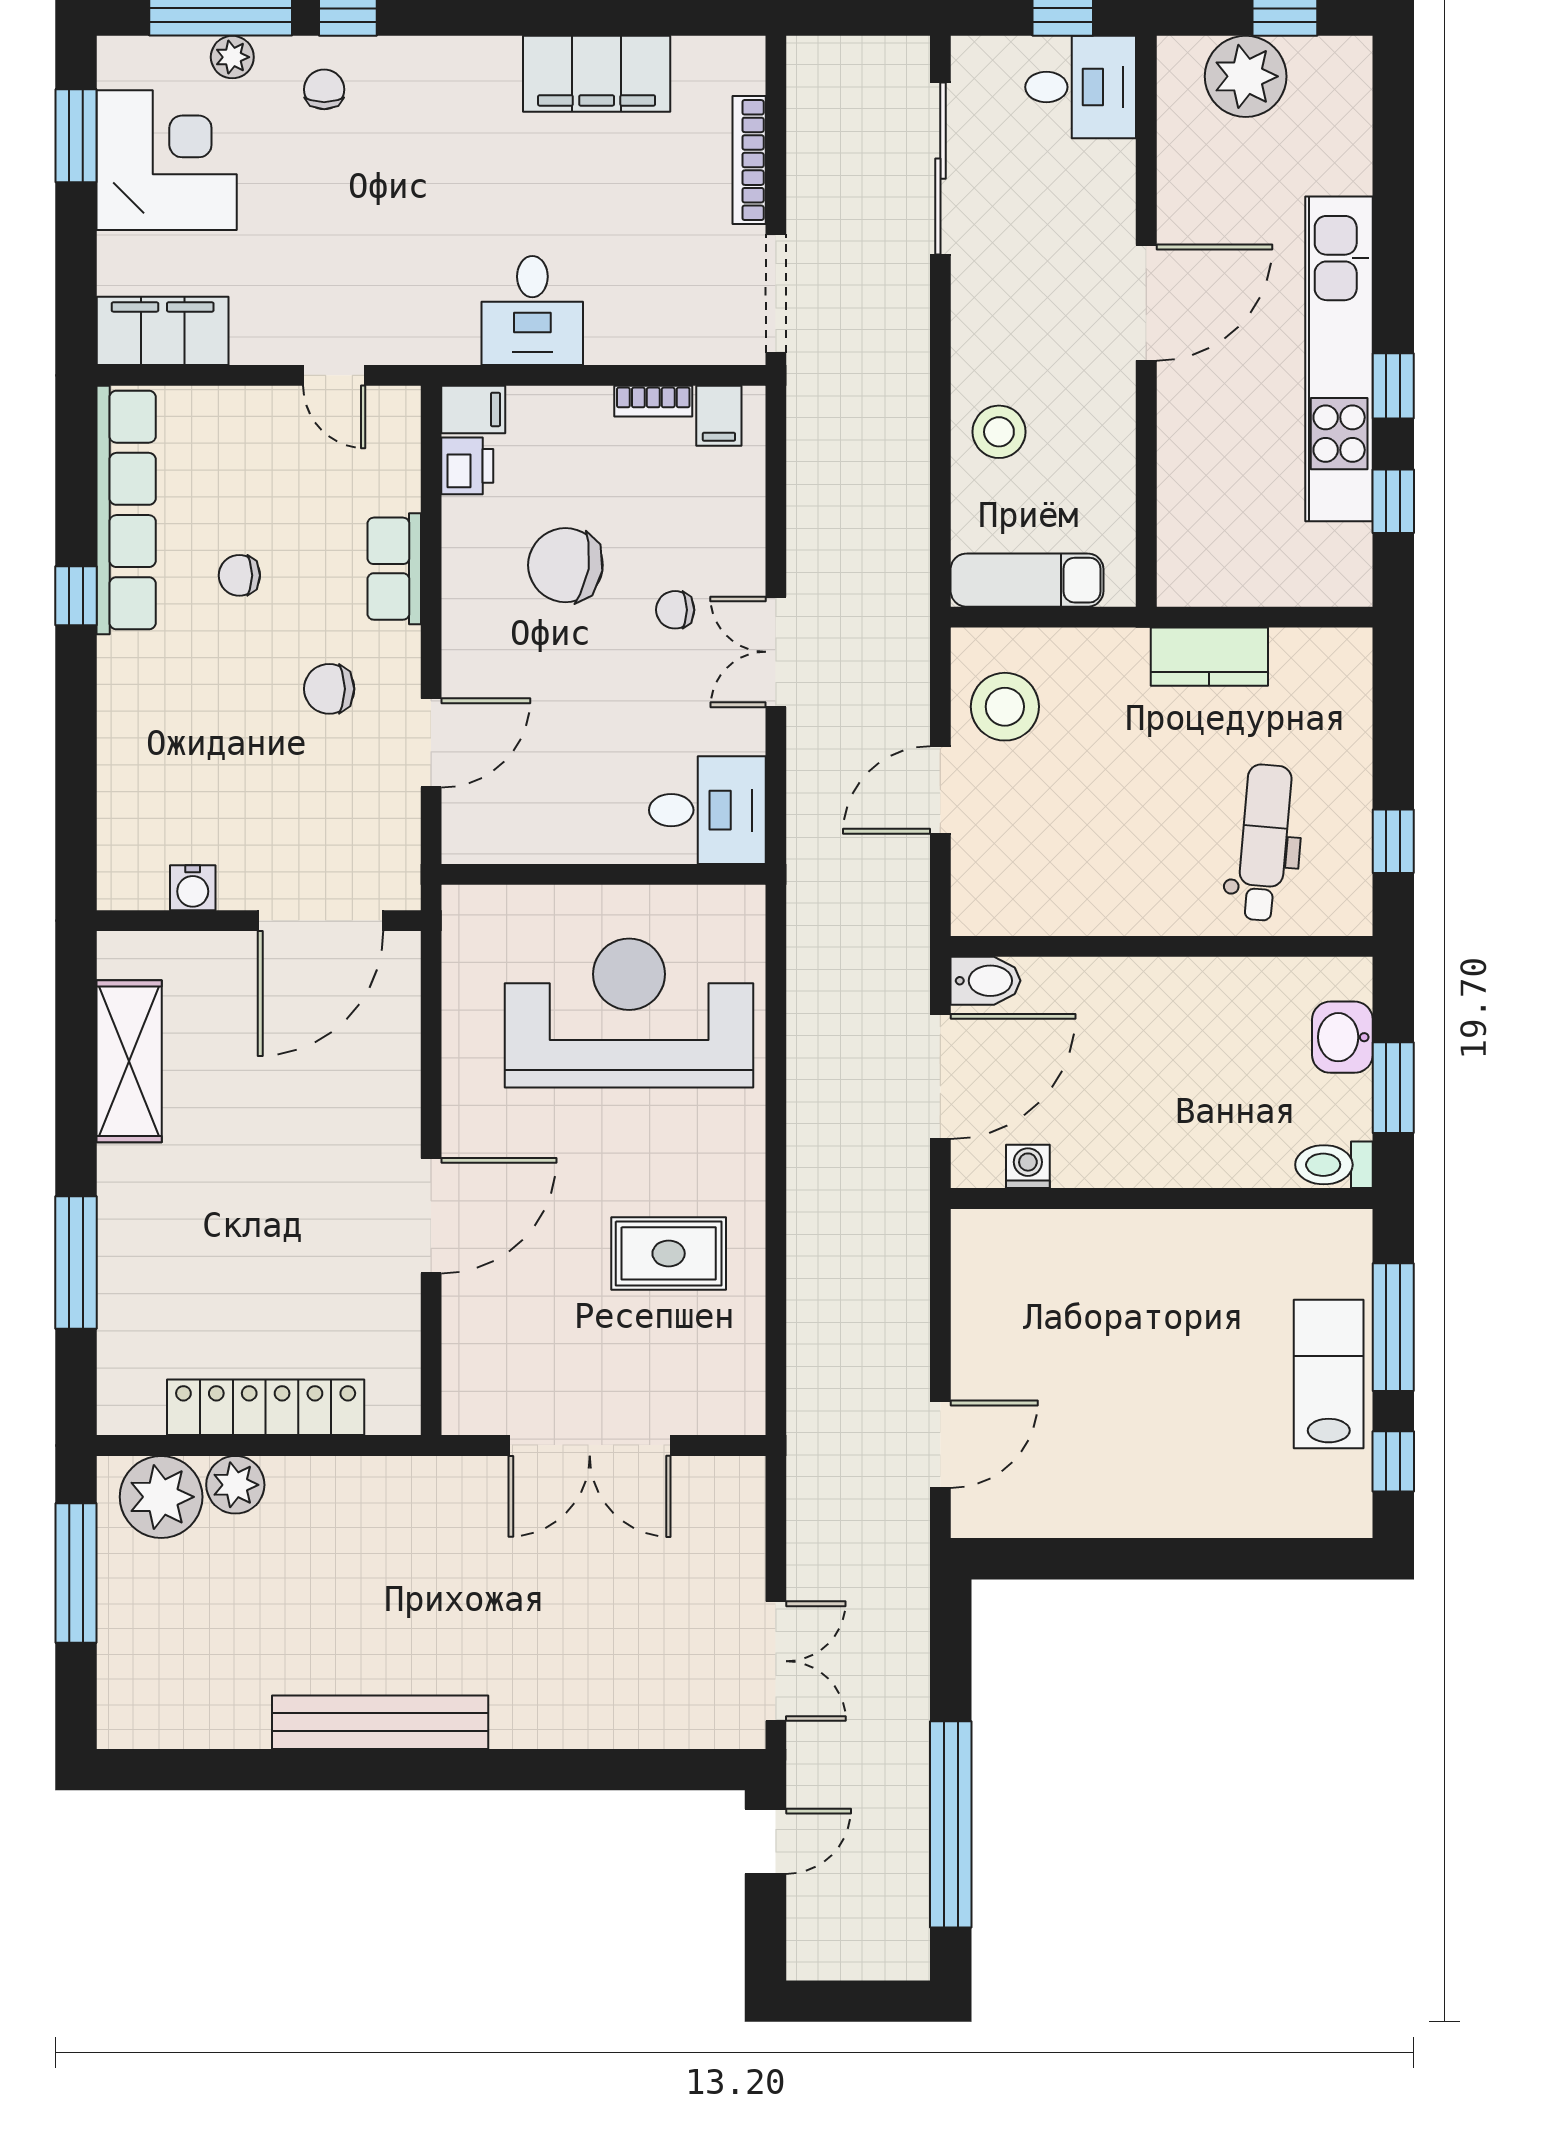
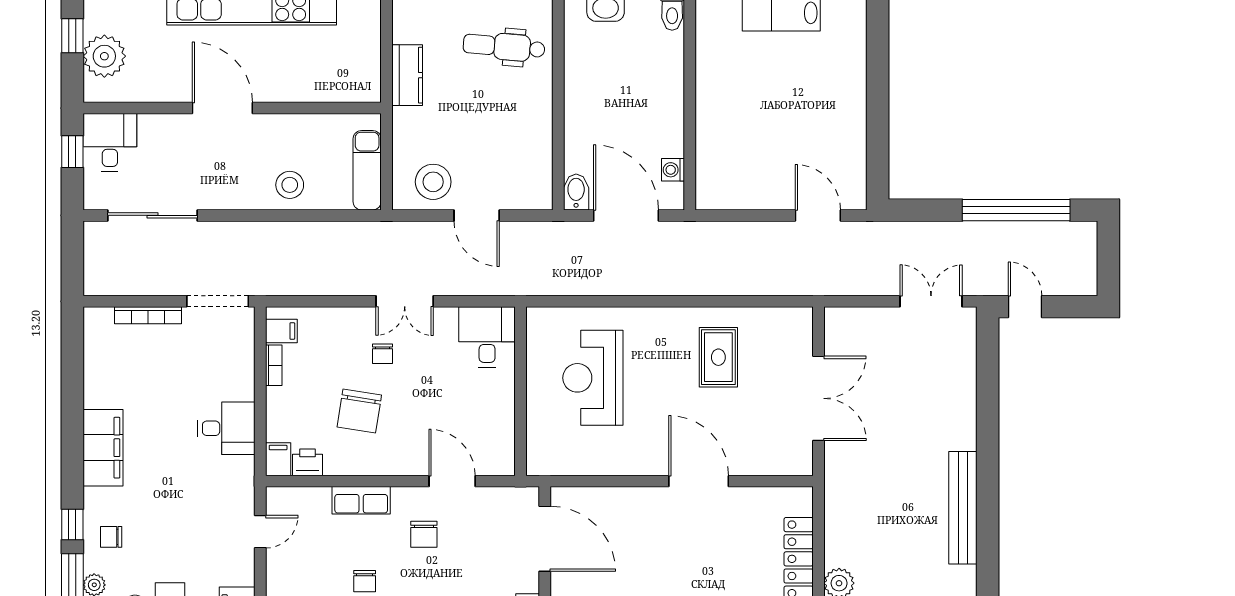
filing cabinet: (597, 74) -> (103, 448), moved
reception desk: (629, 1013) -> (593, 378), width x0.74, depth x0.77

